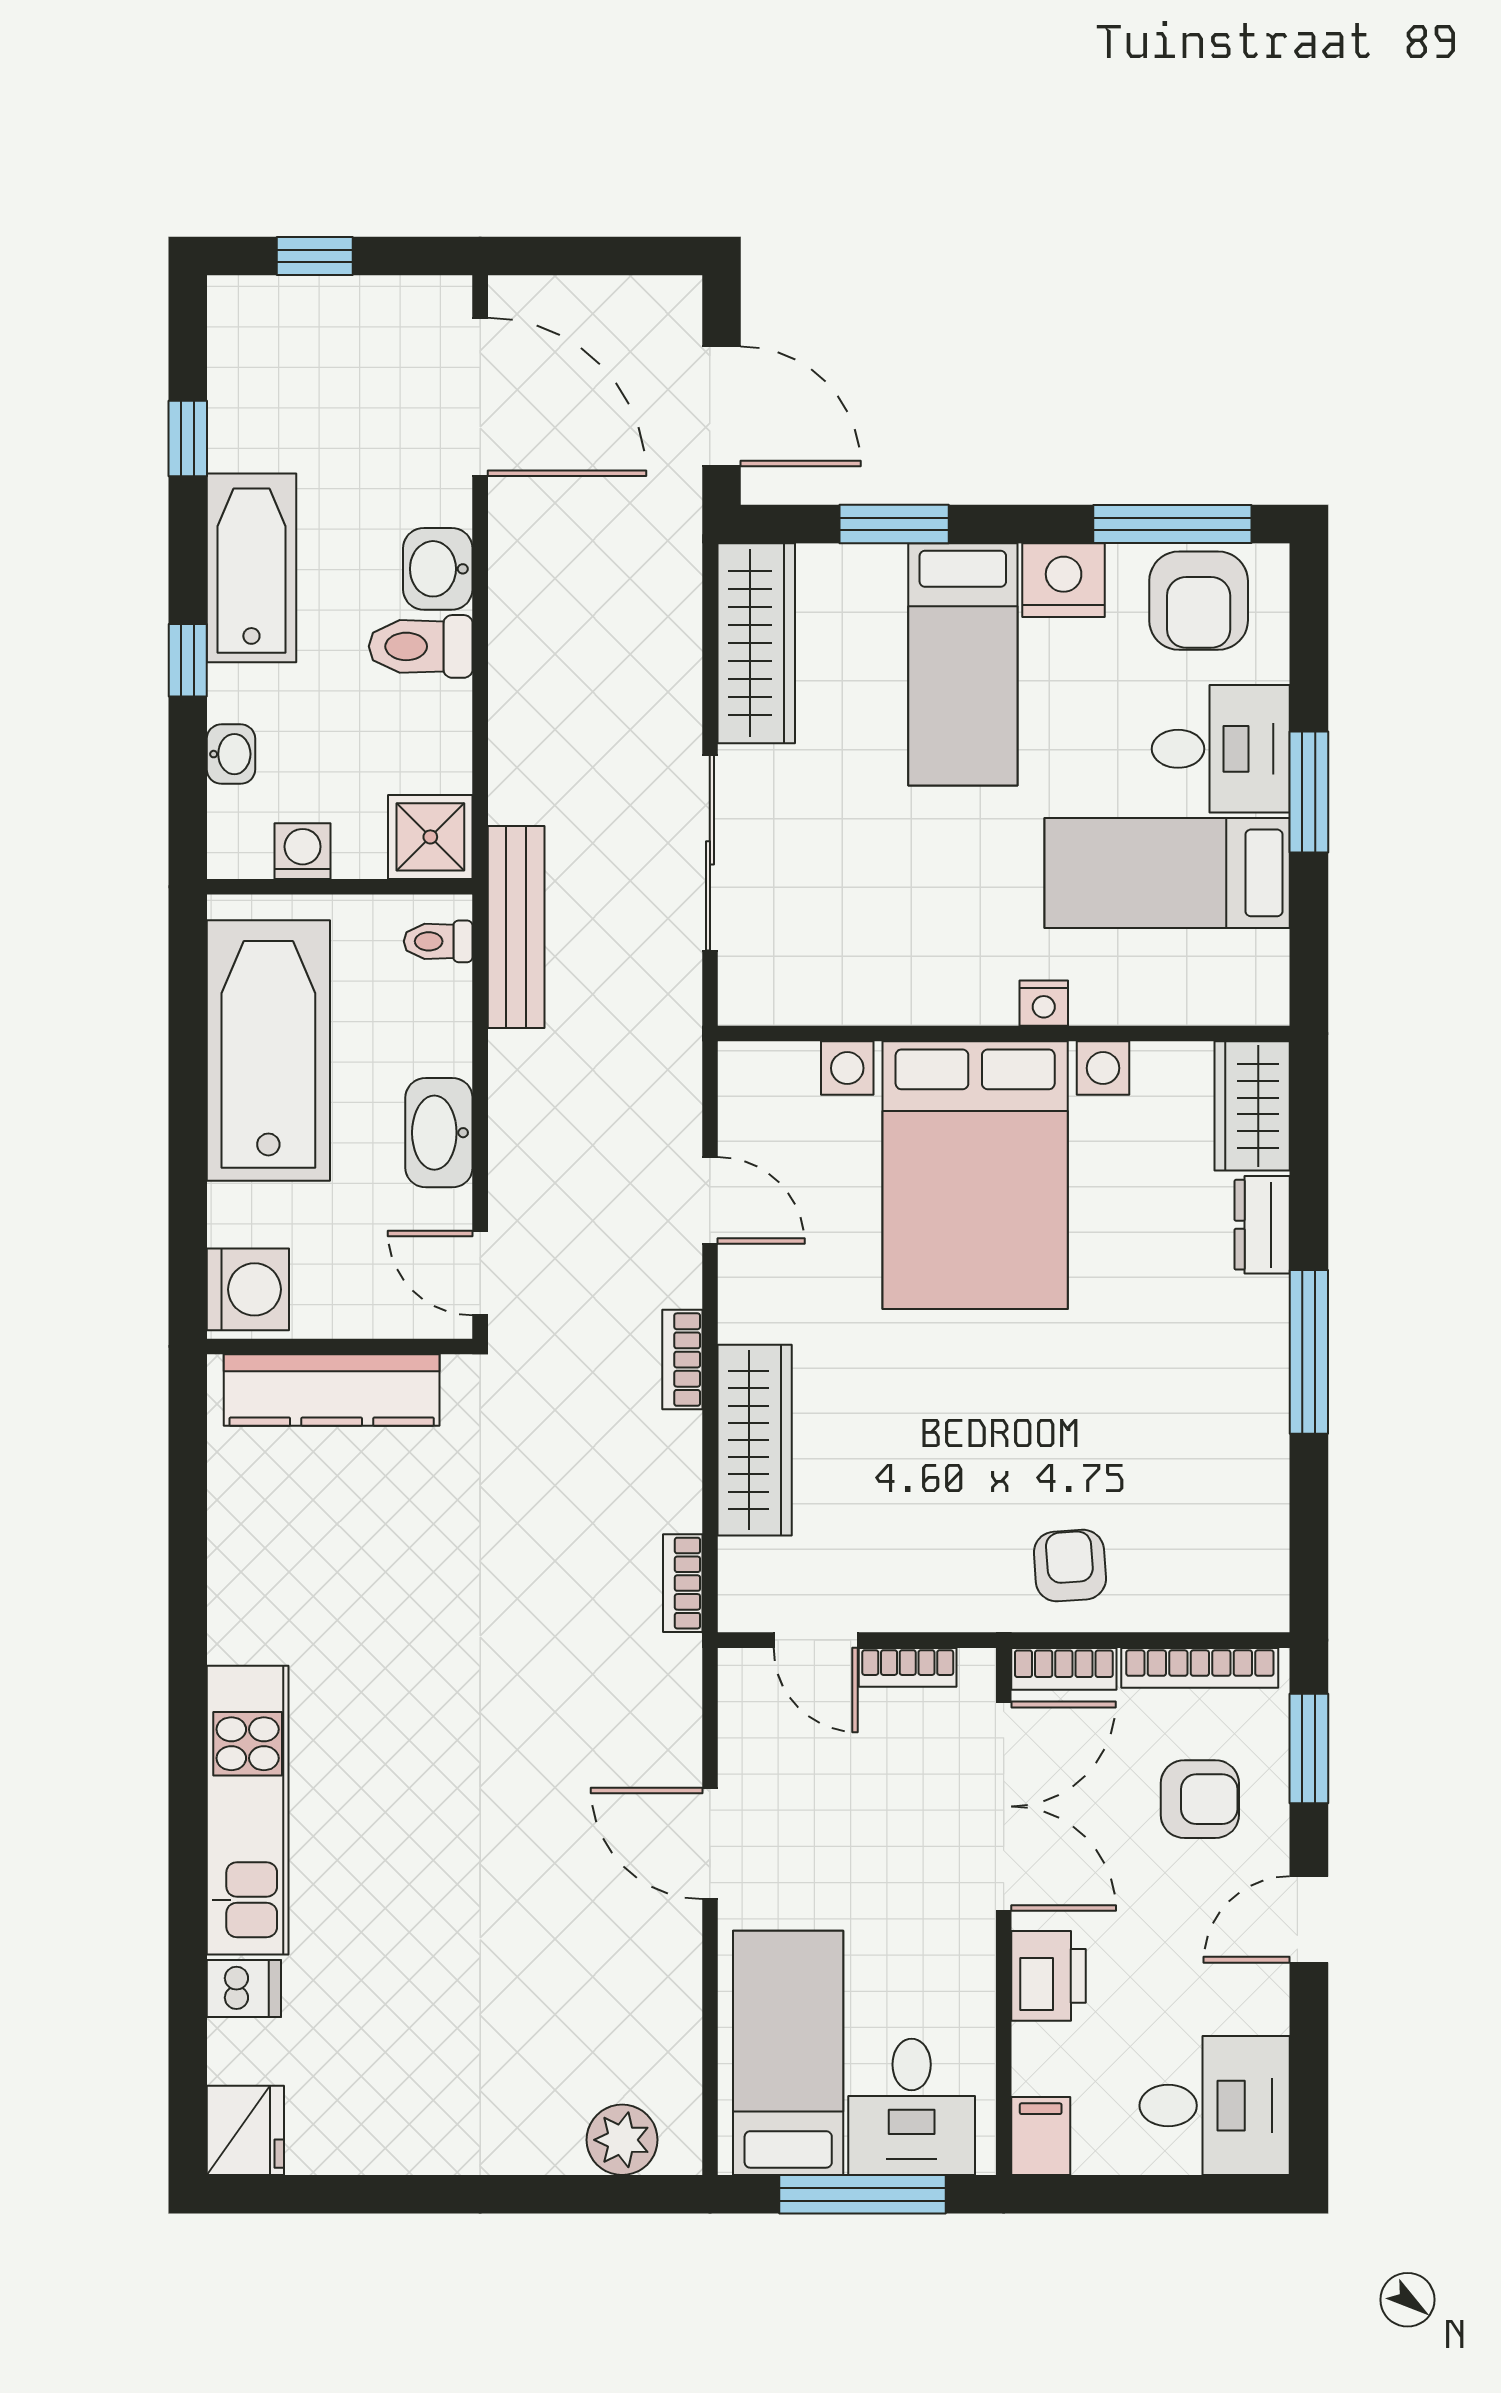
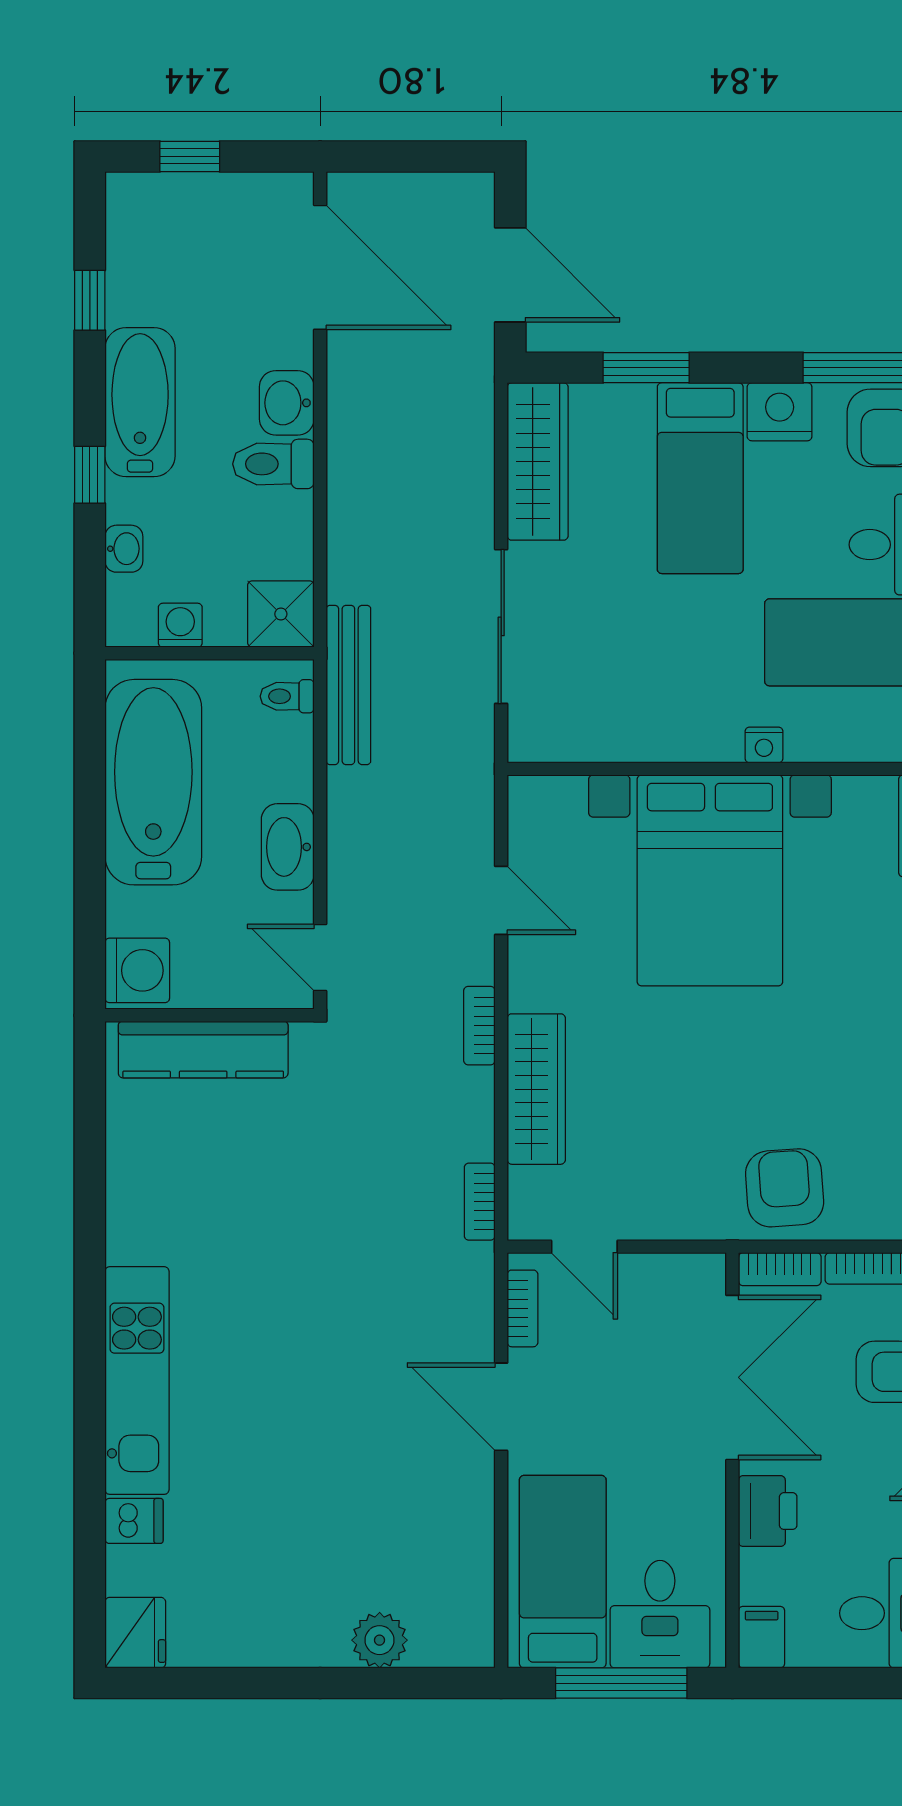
armchair: (1070, 1566) -> (785, 1188), width x1.38, depth x1.38
bookcase: (908, 1667) -> (523, 1308), moved, turned -90
plant: (622, 2140) -> (380, 1640), moved

